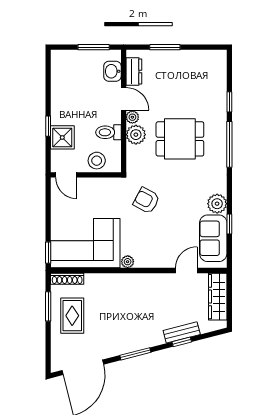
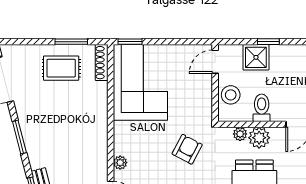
plant: (132, 117) -> (240, 134), moved
plant: (128, 262) -> (120, 163), moved

